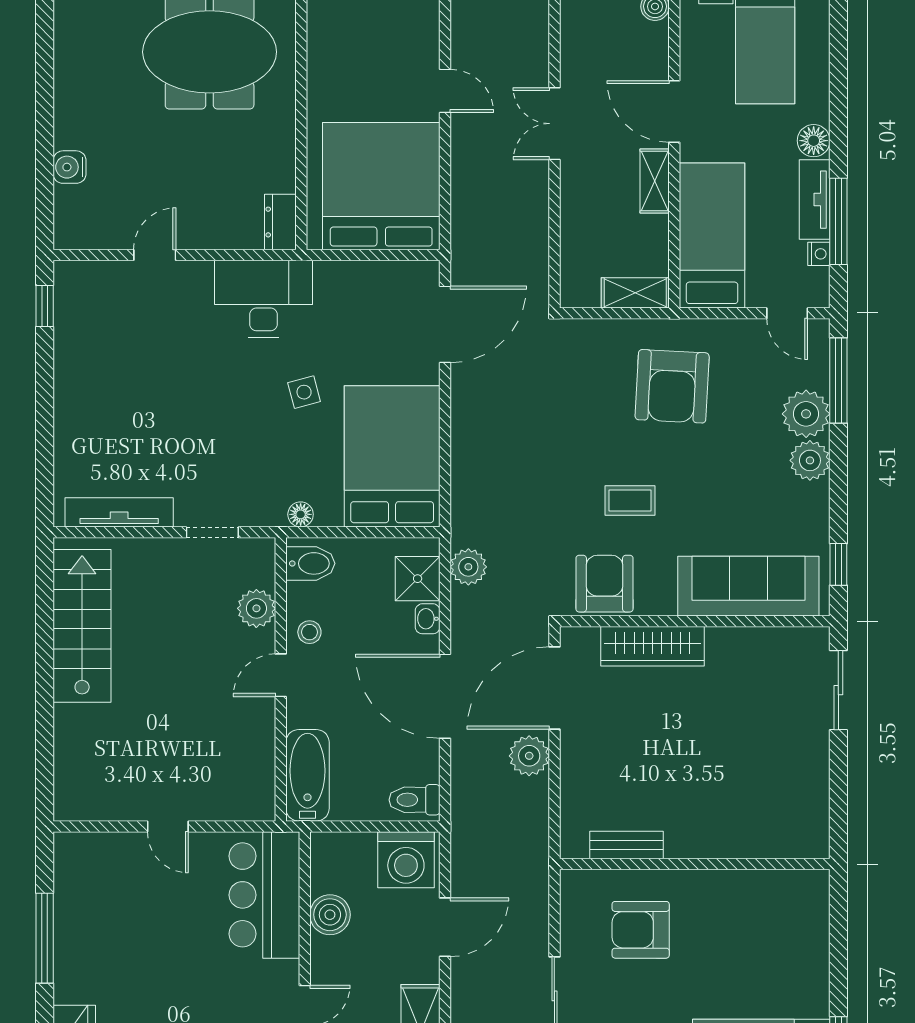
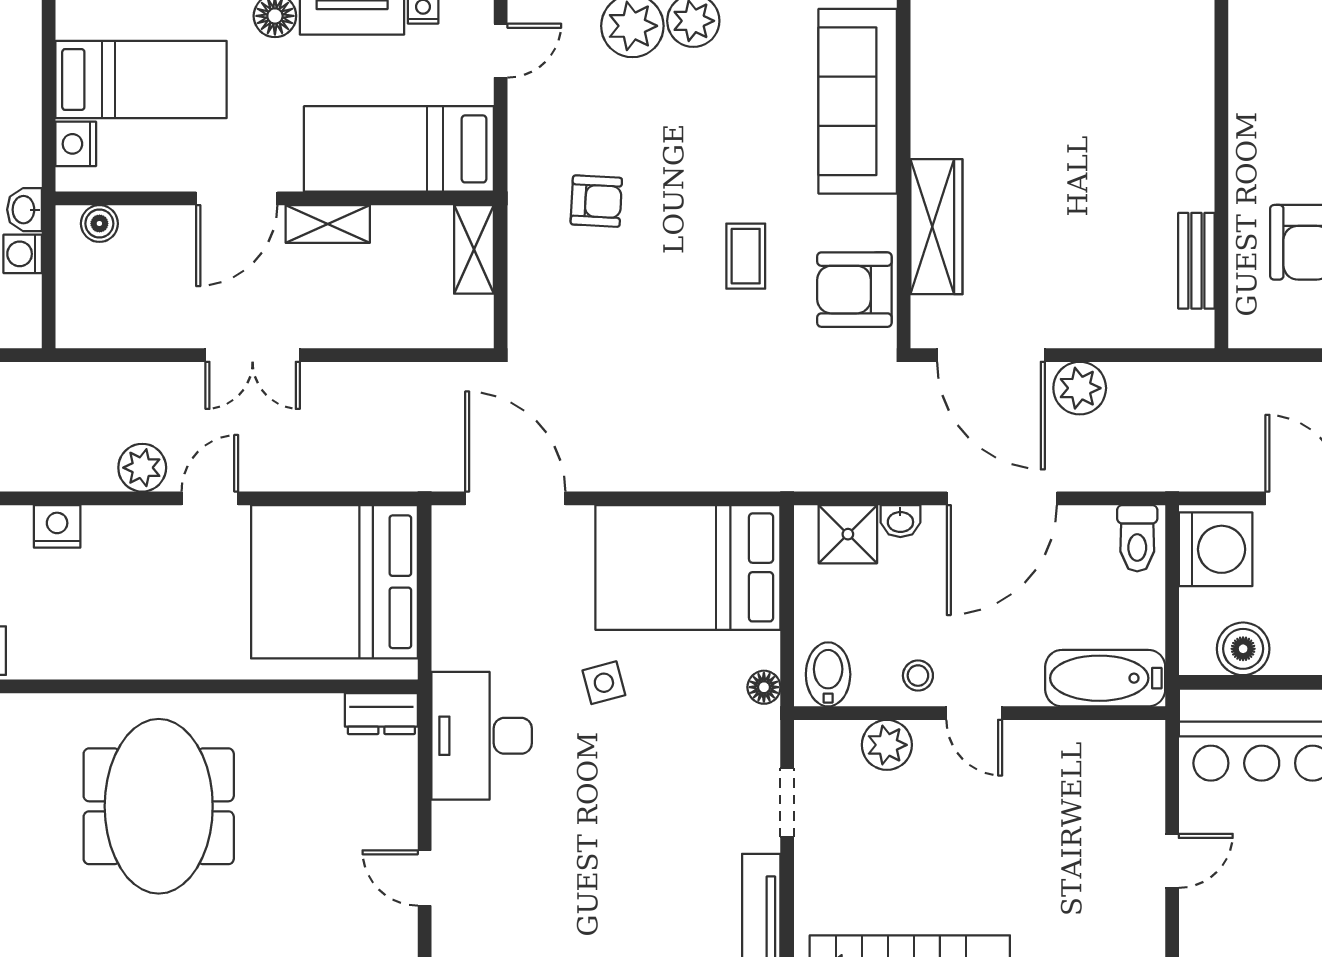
armchair: (672, 386) -> (596, 201), width x0.53, depth x0.53
plant: (468, 567) -> (142, 468), moved
boiler: (330, 915) -> (1243, 649), moved

